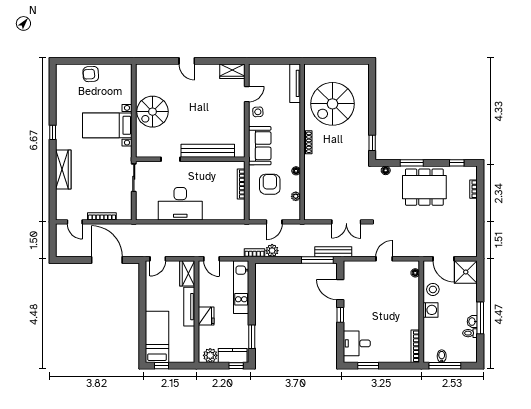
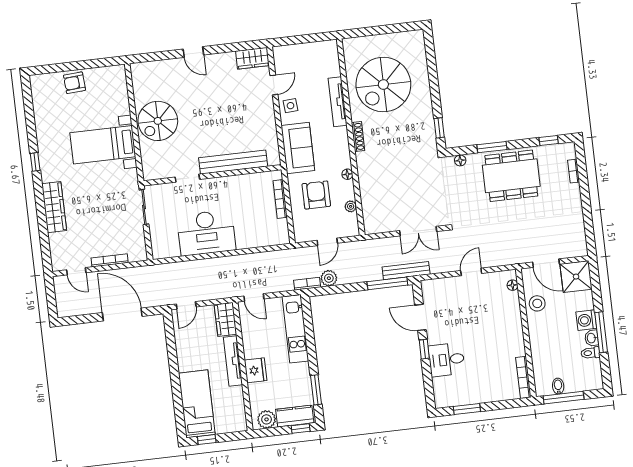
tv unit: (295, 83) -> (337, 102), moved
washing machine: (431, 310) -> (586, 320), moved, turned 180
desk: (357, 343) -> (447, 360), moved

